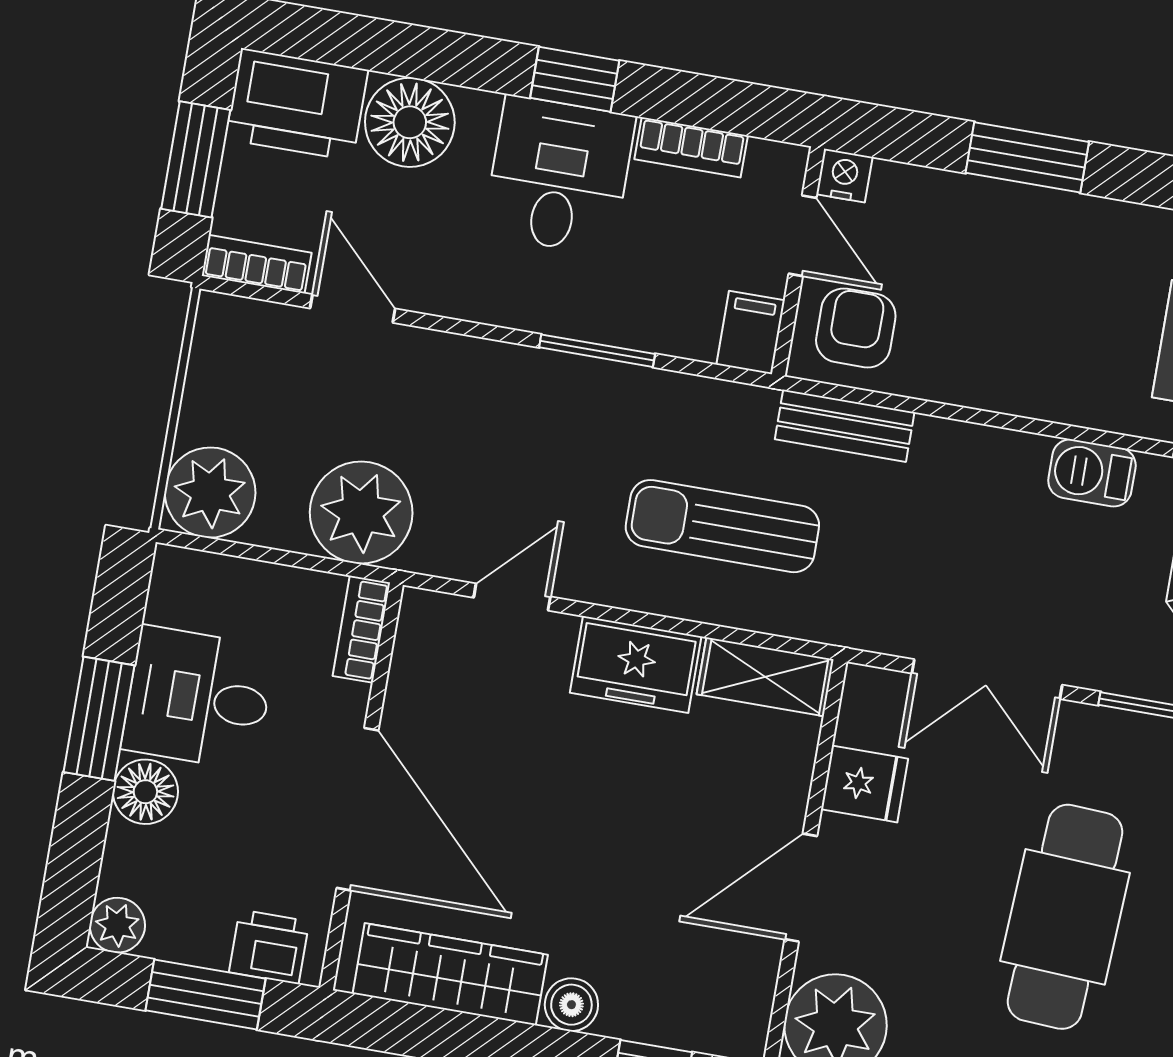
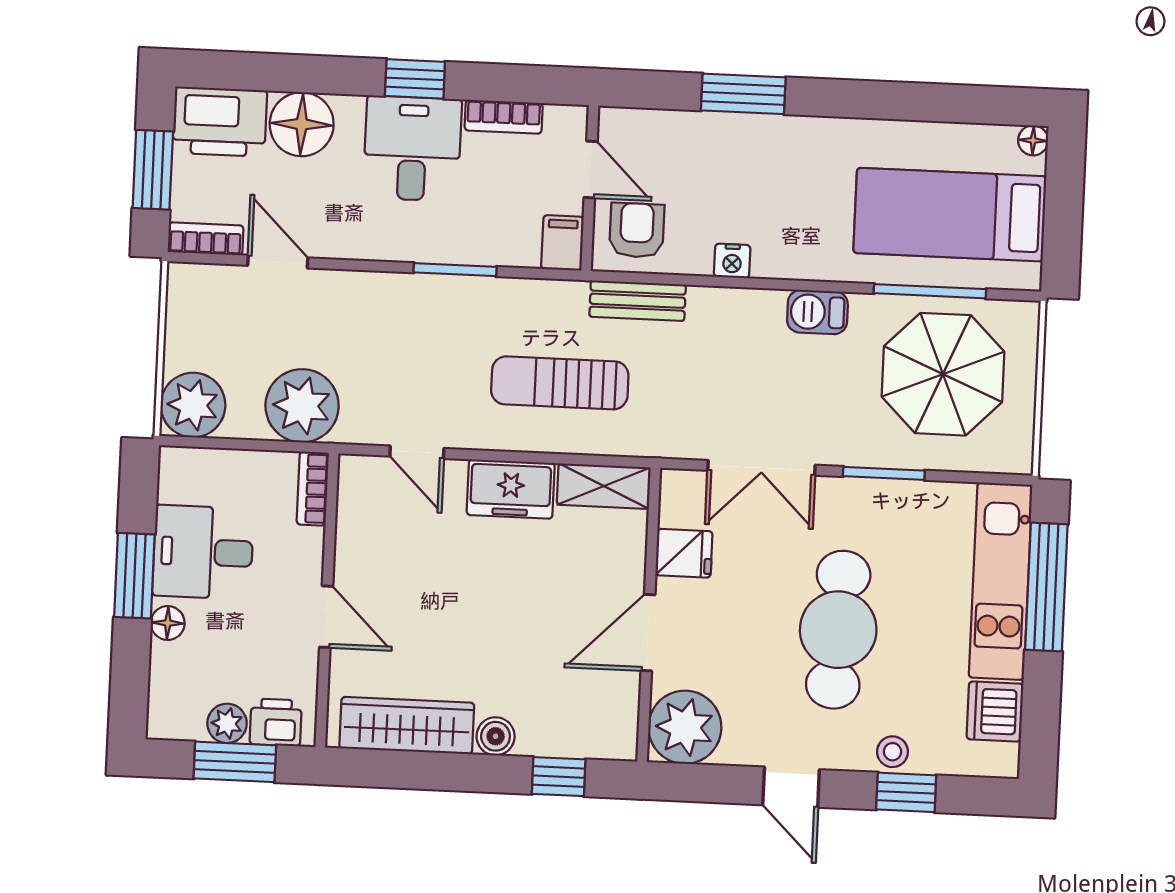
nightstand: (844, 176) -> (732, 261), moved, turned 180
door: (512, 597) -> (417, 452), swing flipped
floor lamp: (145, 792) -> (168, 623), width x0.73, depth x0.73
door: (358, 809) -> (326, 617), width x0.53
plant: (117, 925) -> (227, 723), moved

